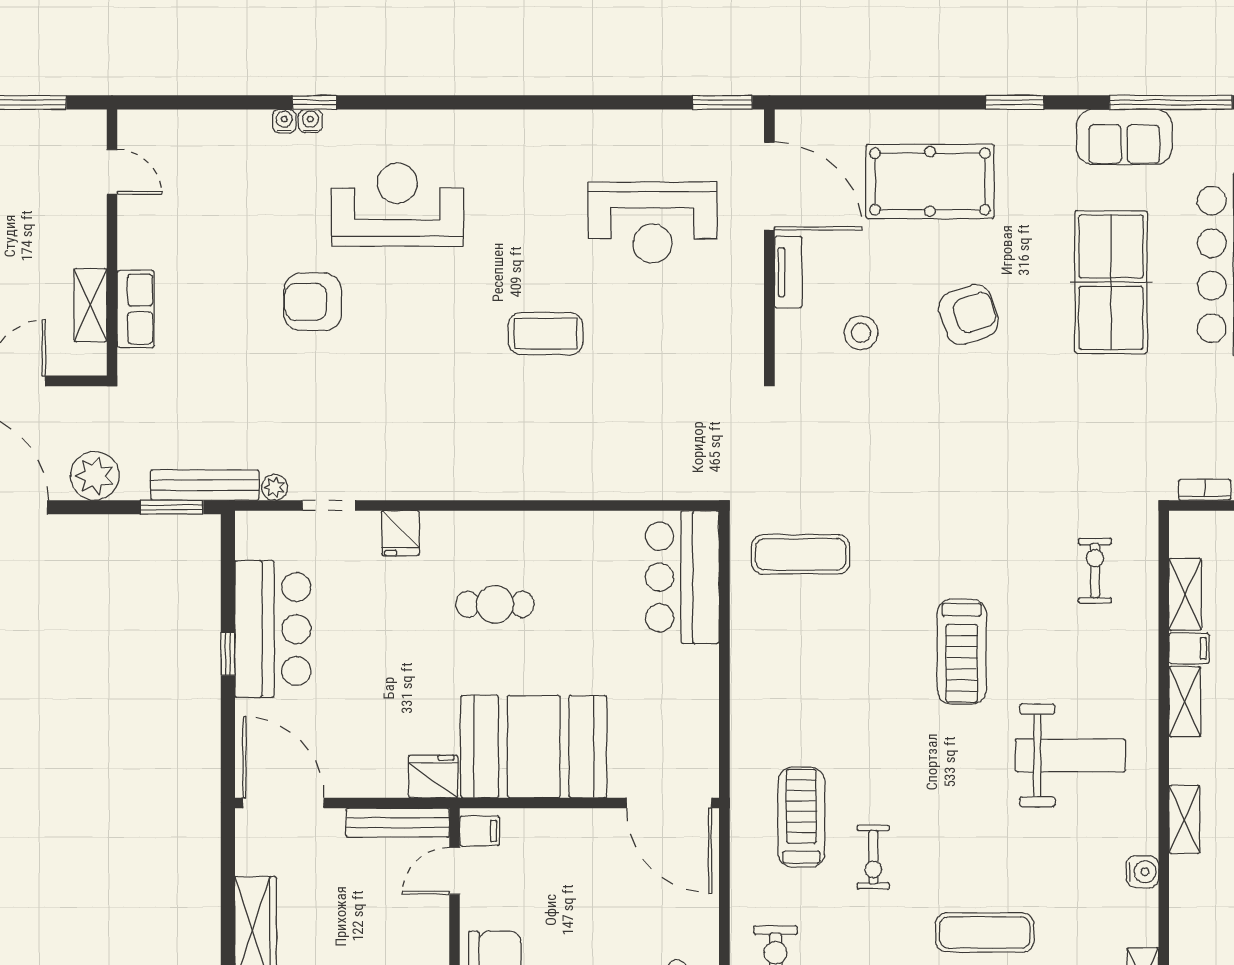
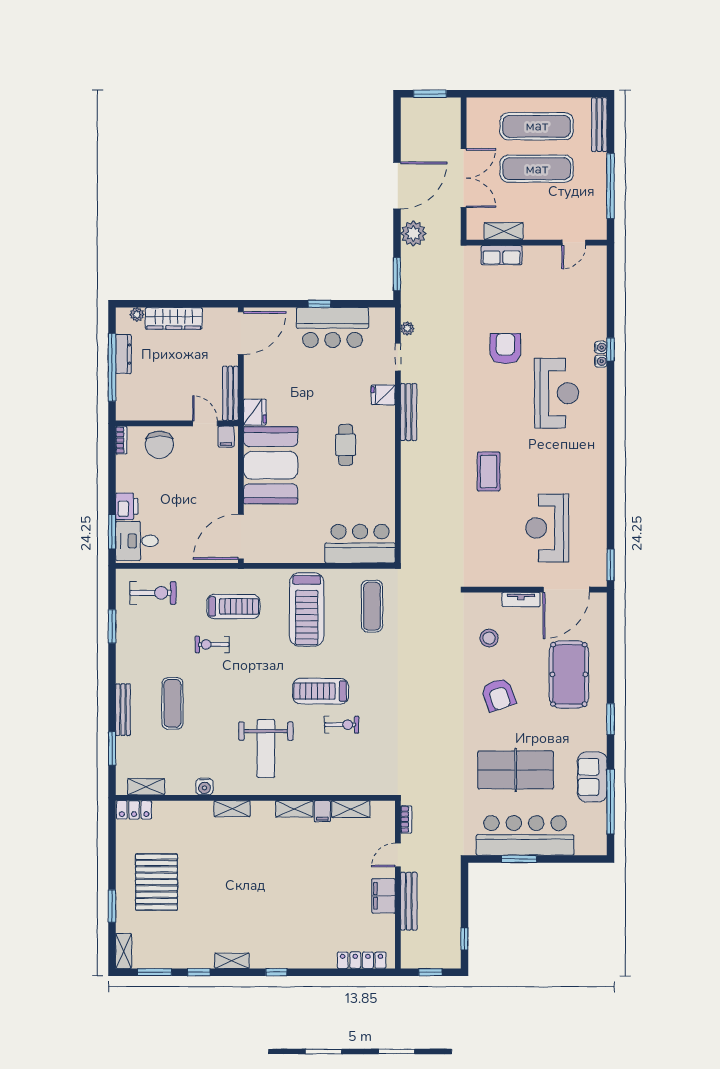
water cooler: (284, 121) -> (601, 361), moved
bench: (205, 485) -> (409, 412), moved
exercise bike: (1095, 571) -> (342, 725), moved
treadmill: (807, 678) -> (307, 609), added

